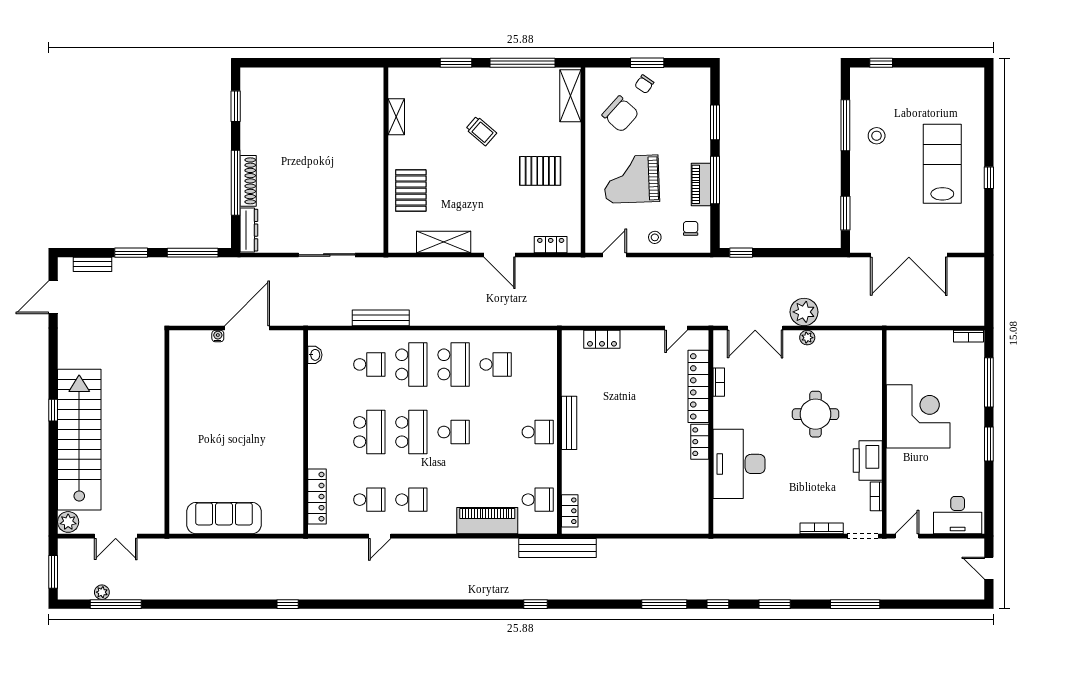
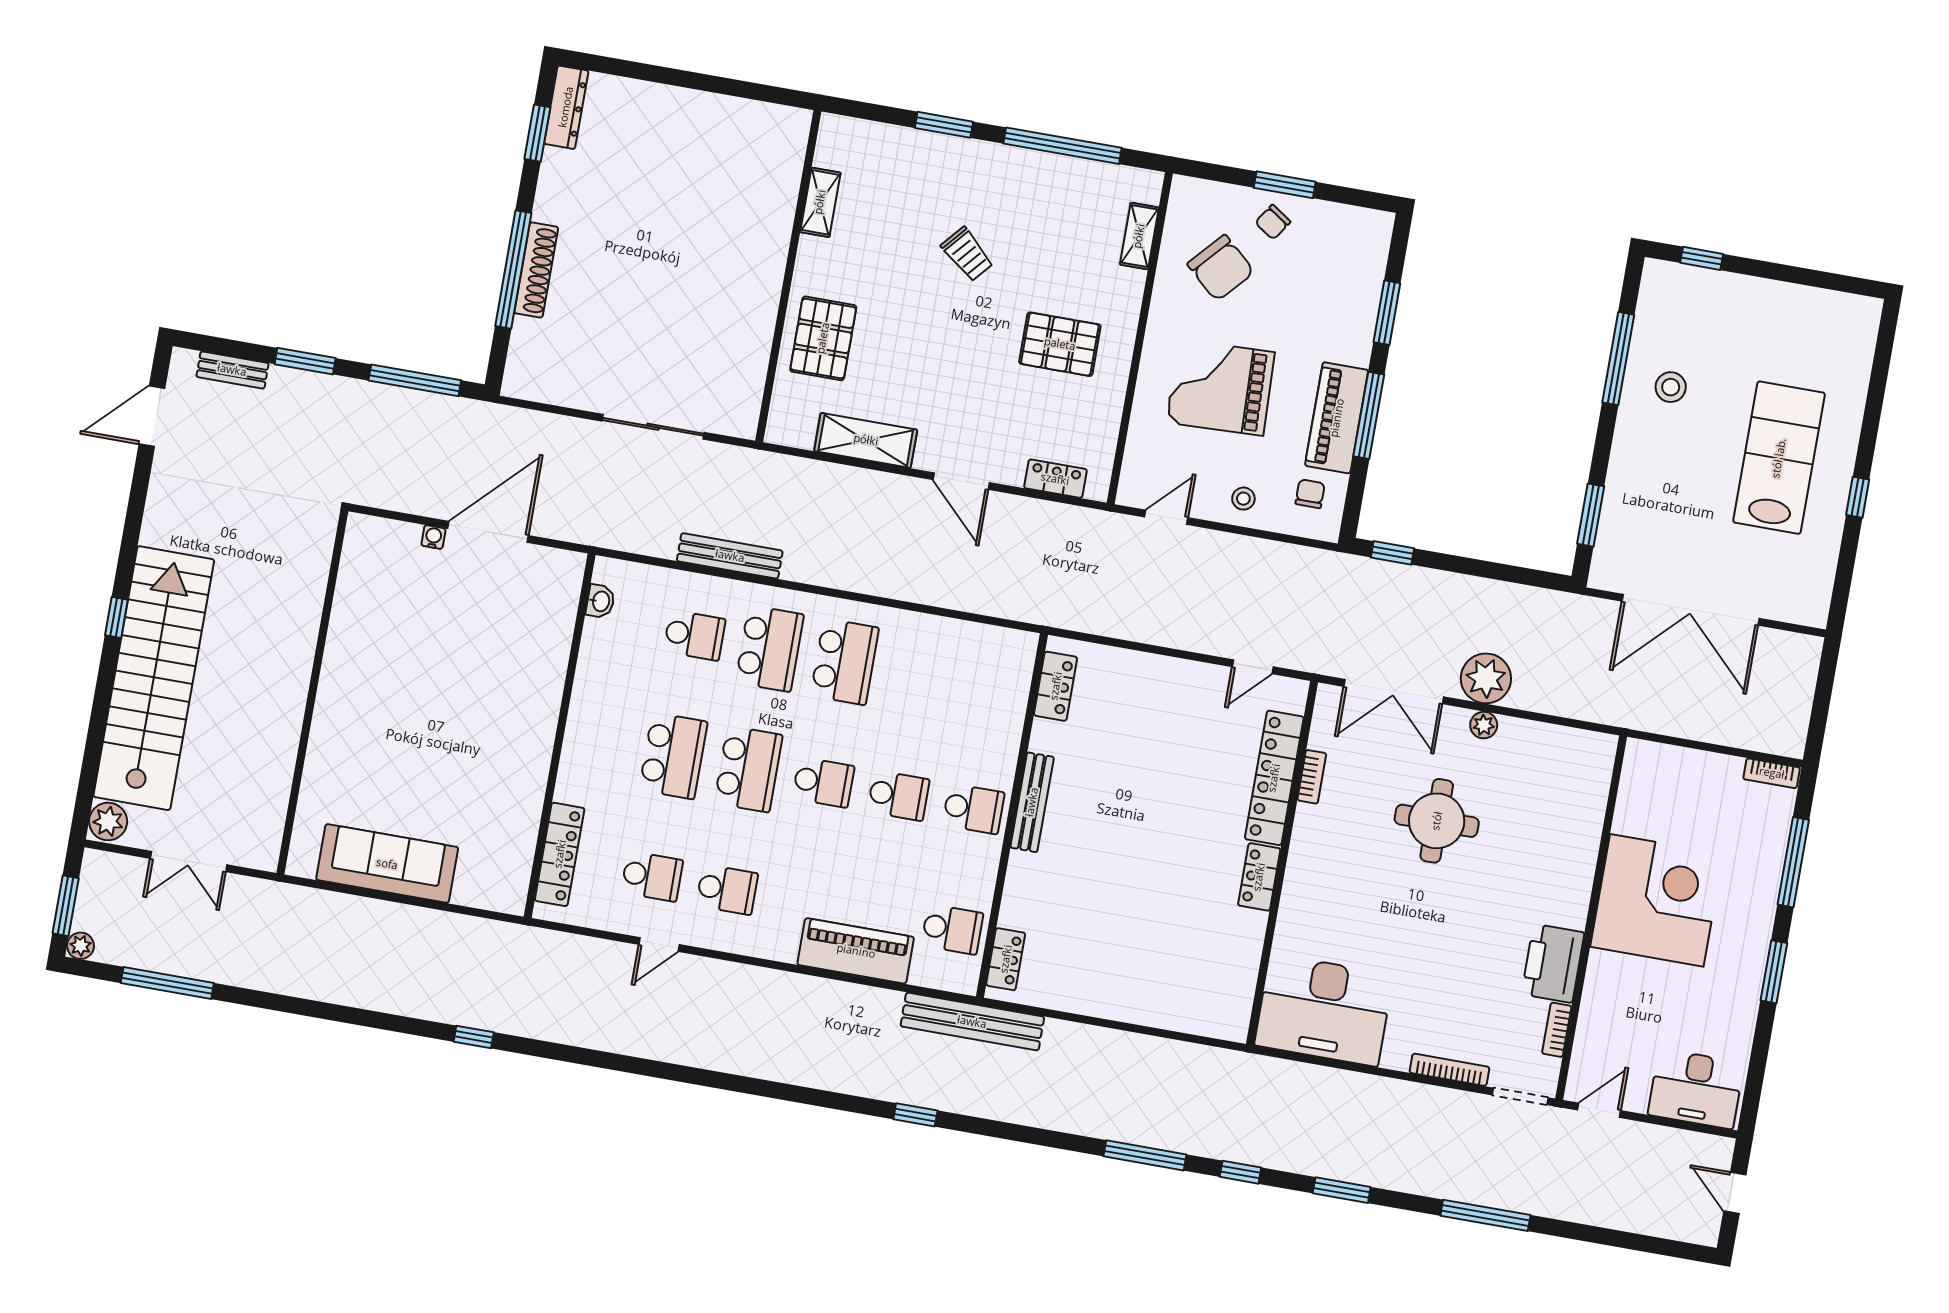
shelving: (570, 96) -> (1139, 236), width x0.67, depth x0.75
piano: (701, 184) -> (1337, 418), width x1.37, depth x1.33
dresser: (249, 230) -> (566, 107), moved
locker: (602, 339) -> (1056, 686), moved, turned -90
school desk: (496, 364) -> (898, 796), moved
round table: (815, 414) -> (1437, 821), moved
desk: (739, 464) -> (1324, 1010), moved, turned -90
plant: (102, 592) -> (81, 946), moved

